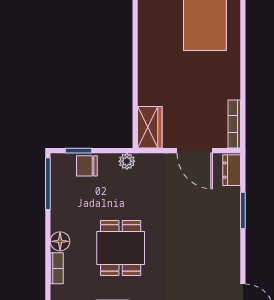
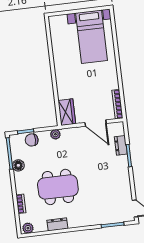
dresser: (232, 170) -> (121, 145), moved
floor lamp: (60, 241) -> (18, 165), moved
dining table: (121, 248) -> (58, 187), width x1.38

